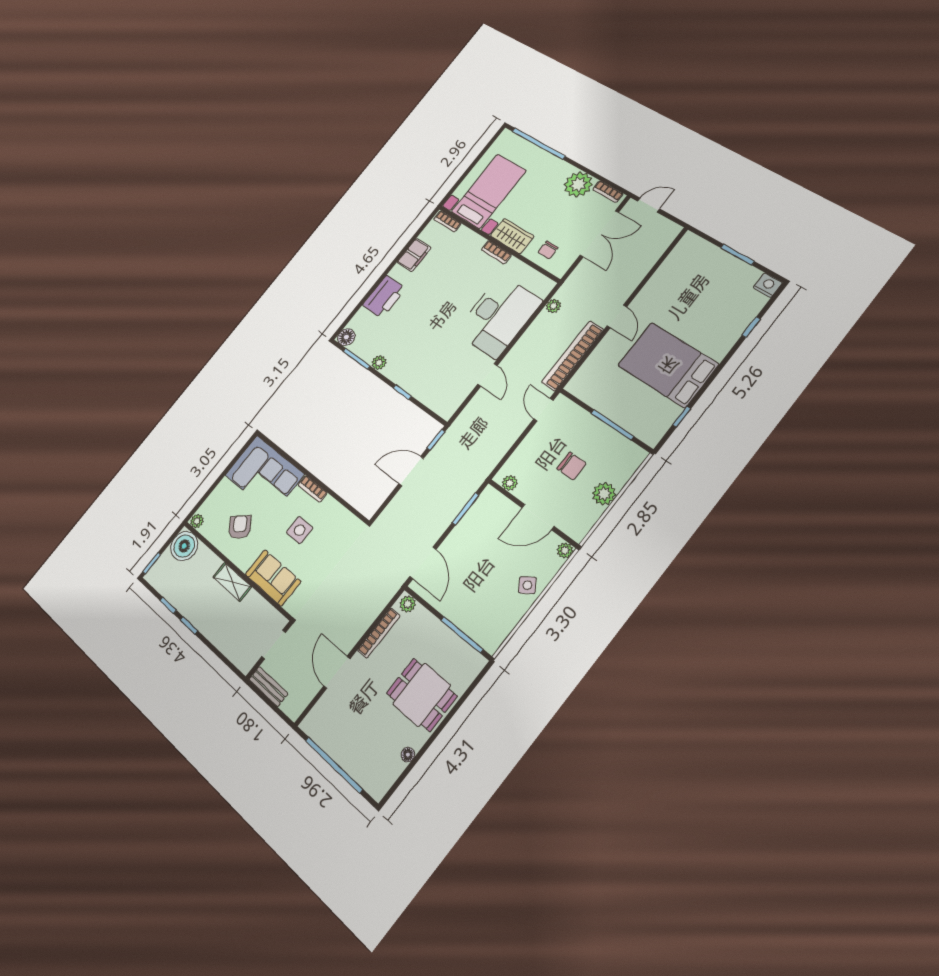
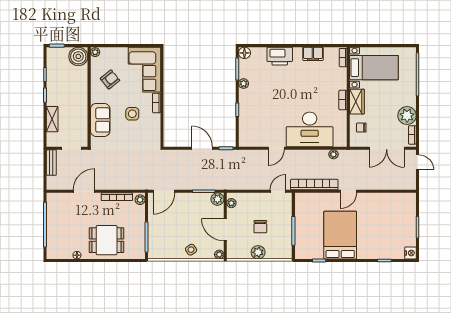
plant: (490, 498) -> (217, 199), added
shelving: (232, 582) -> (52, 119), moved
dining table: (422, 695) -> (107, 240), turned 90

